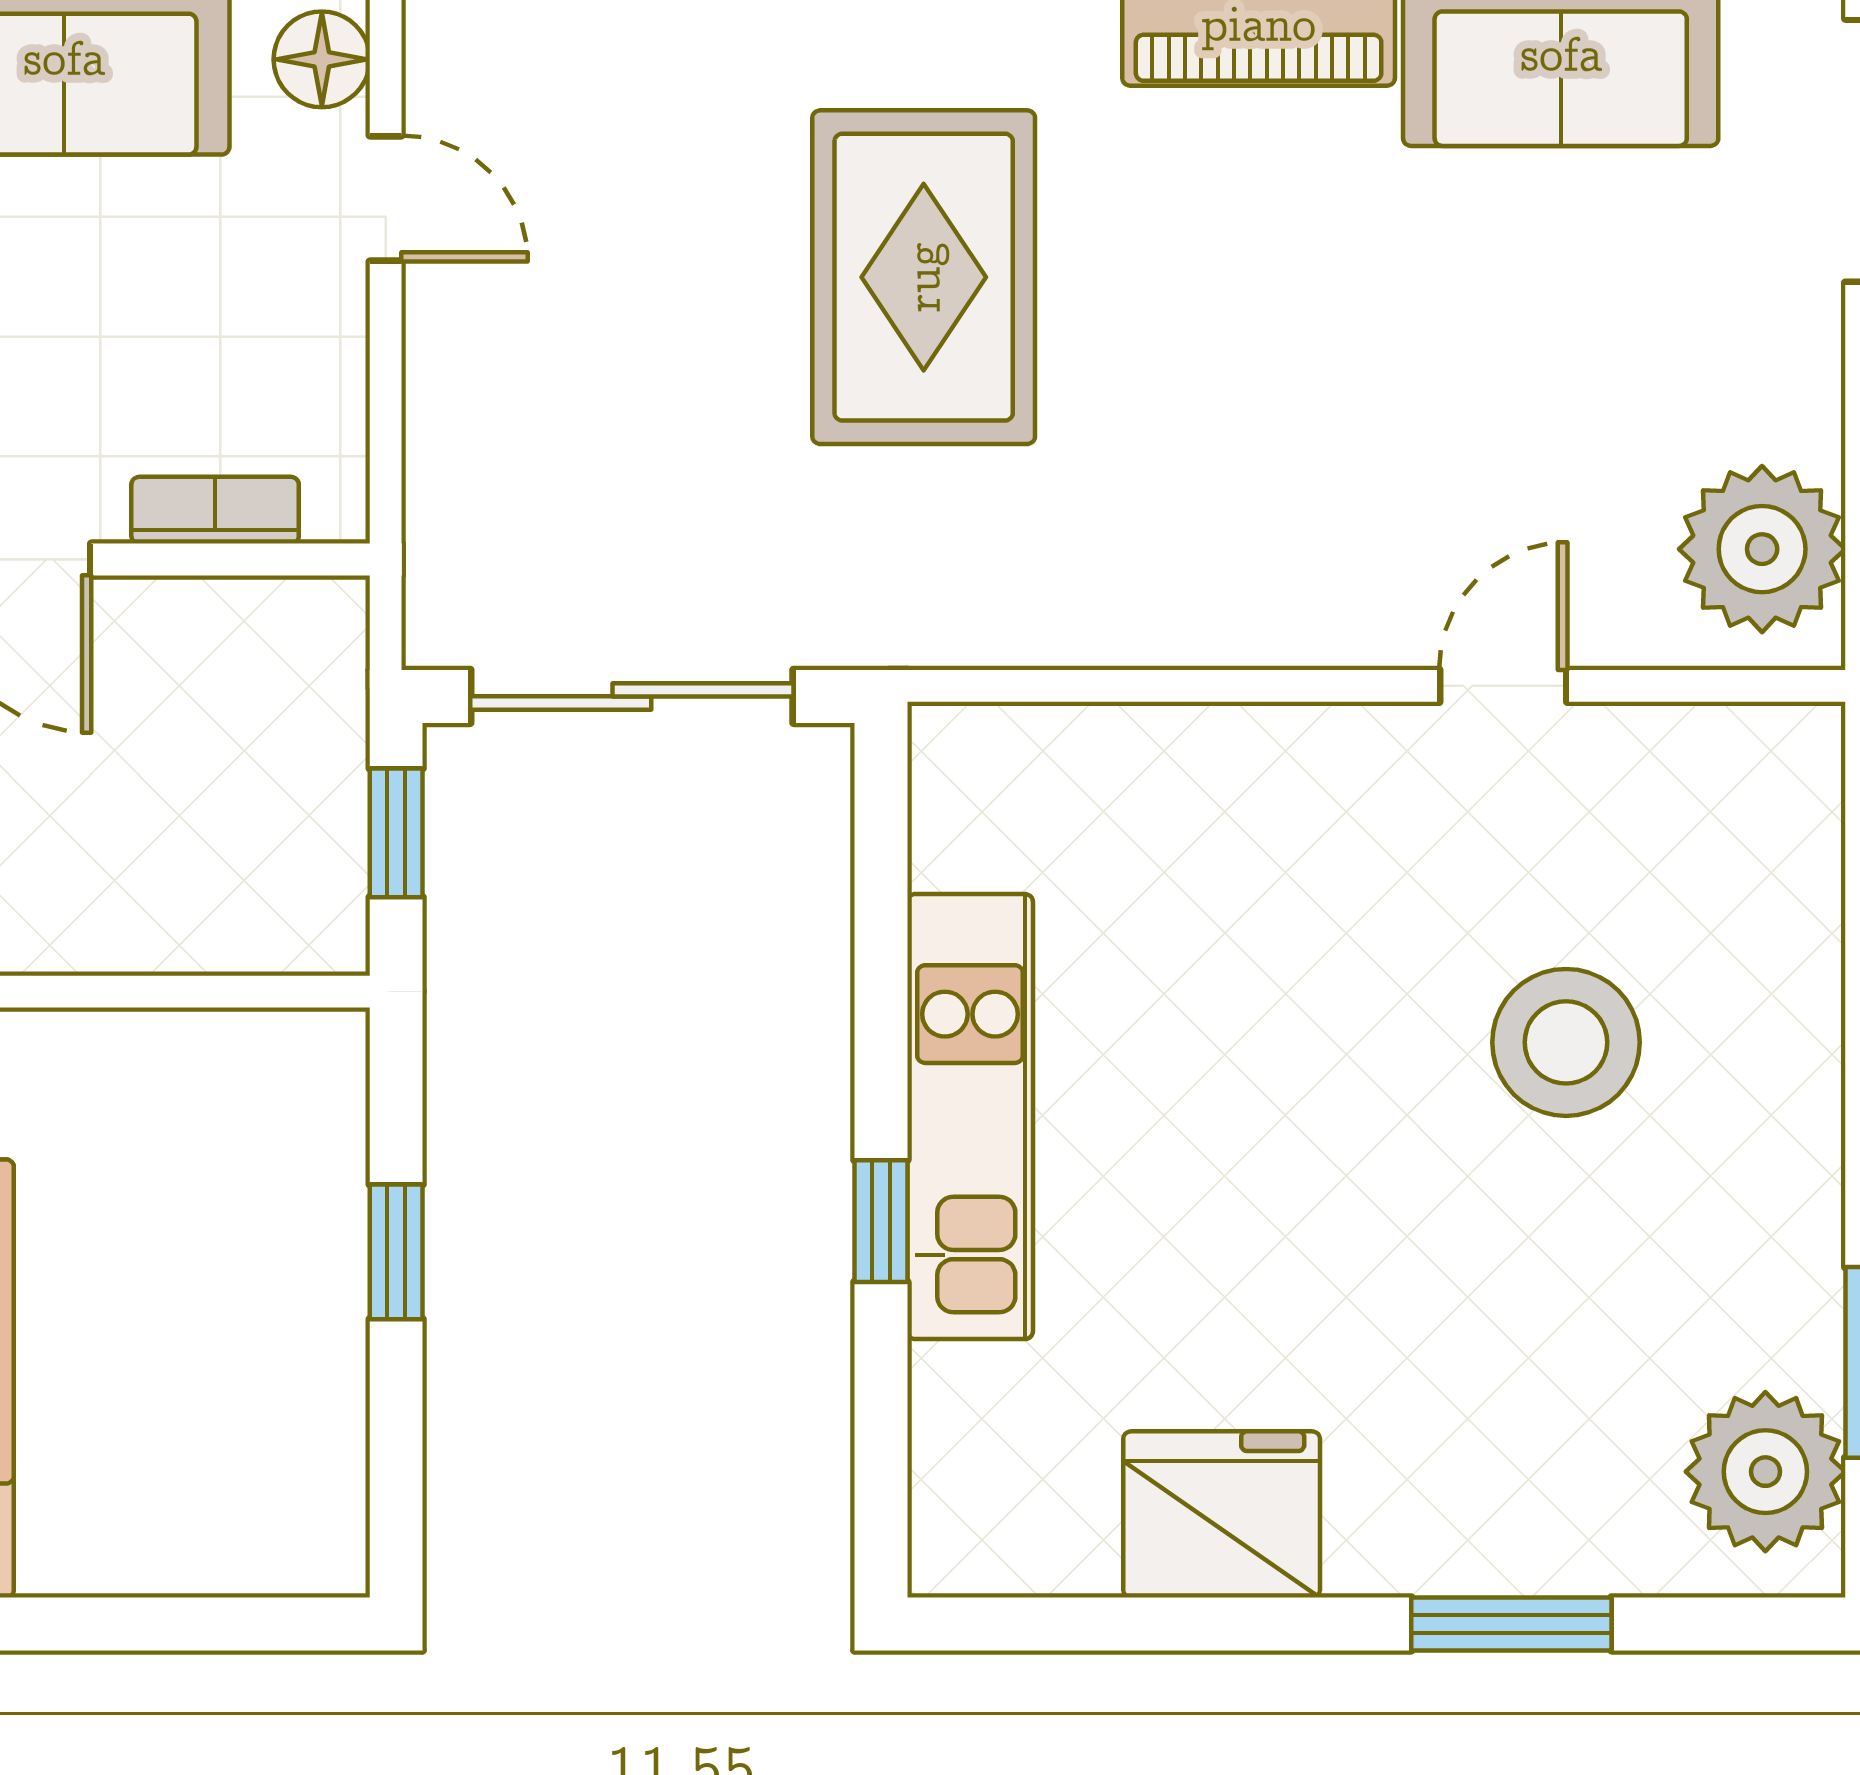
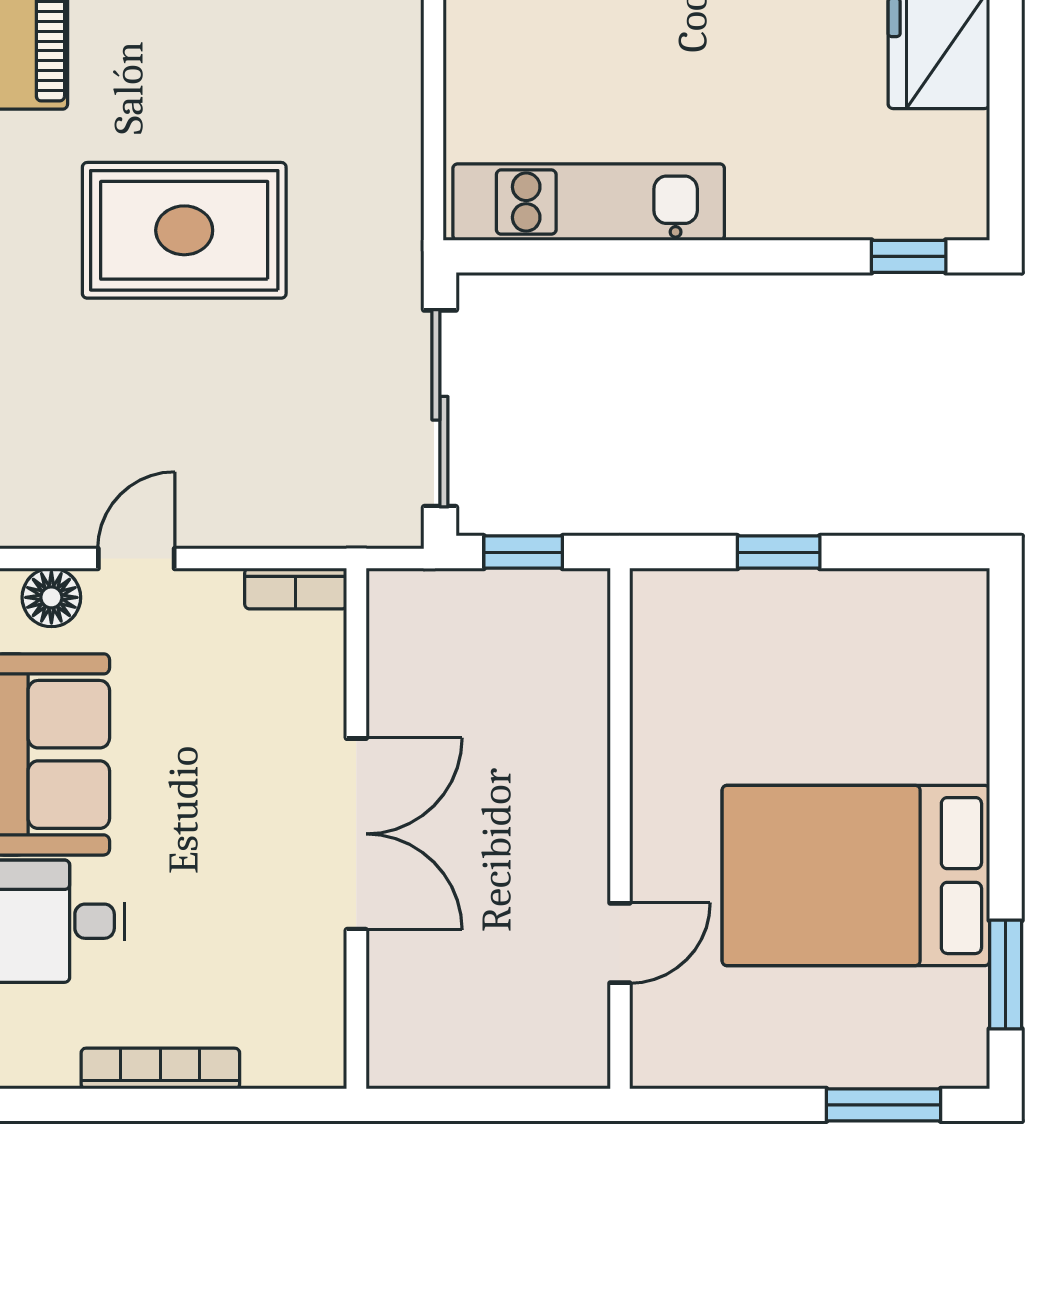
bookcase: (215, 510) -> (296, 589), moved, turned -90
kitchen unit: (970, 1117) -> (589, 202), moved
window: (881, 1221) -> (909, 256), moved

